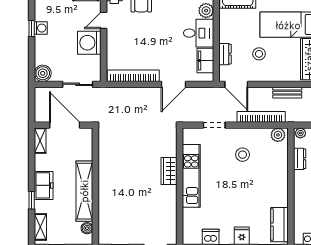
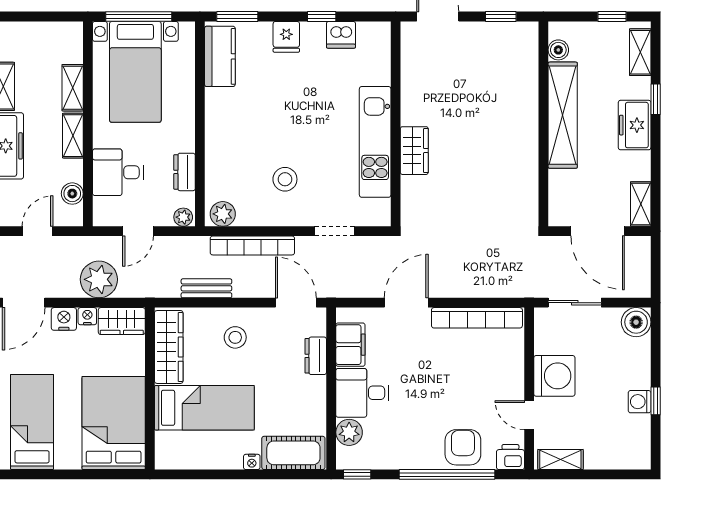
door: (104, 20) -> (529, 415), swing flipped
stool: (259, 54) -> (235, 337), moved

